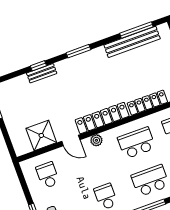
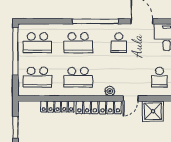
door: (71, 140) -> (131, 98), swing flipped

